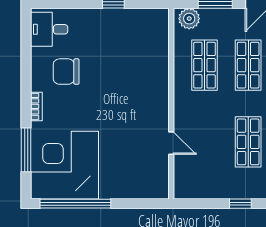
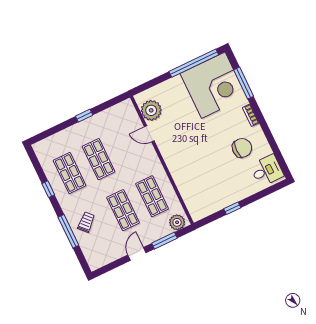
plant: (155, 171) -> (151, 110), added

